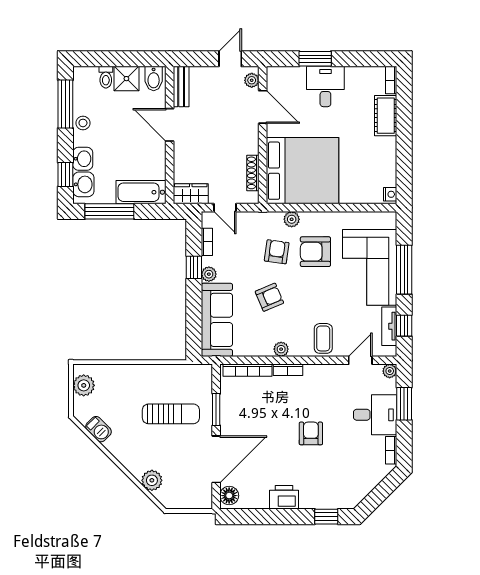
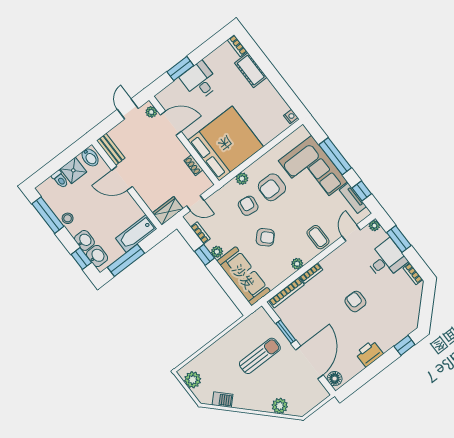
shoe rack: (253, 173) -> (194, 165), width x0.70
armchair: (269, 297) -> (265, 237), turned 68

